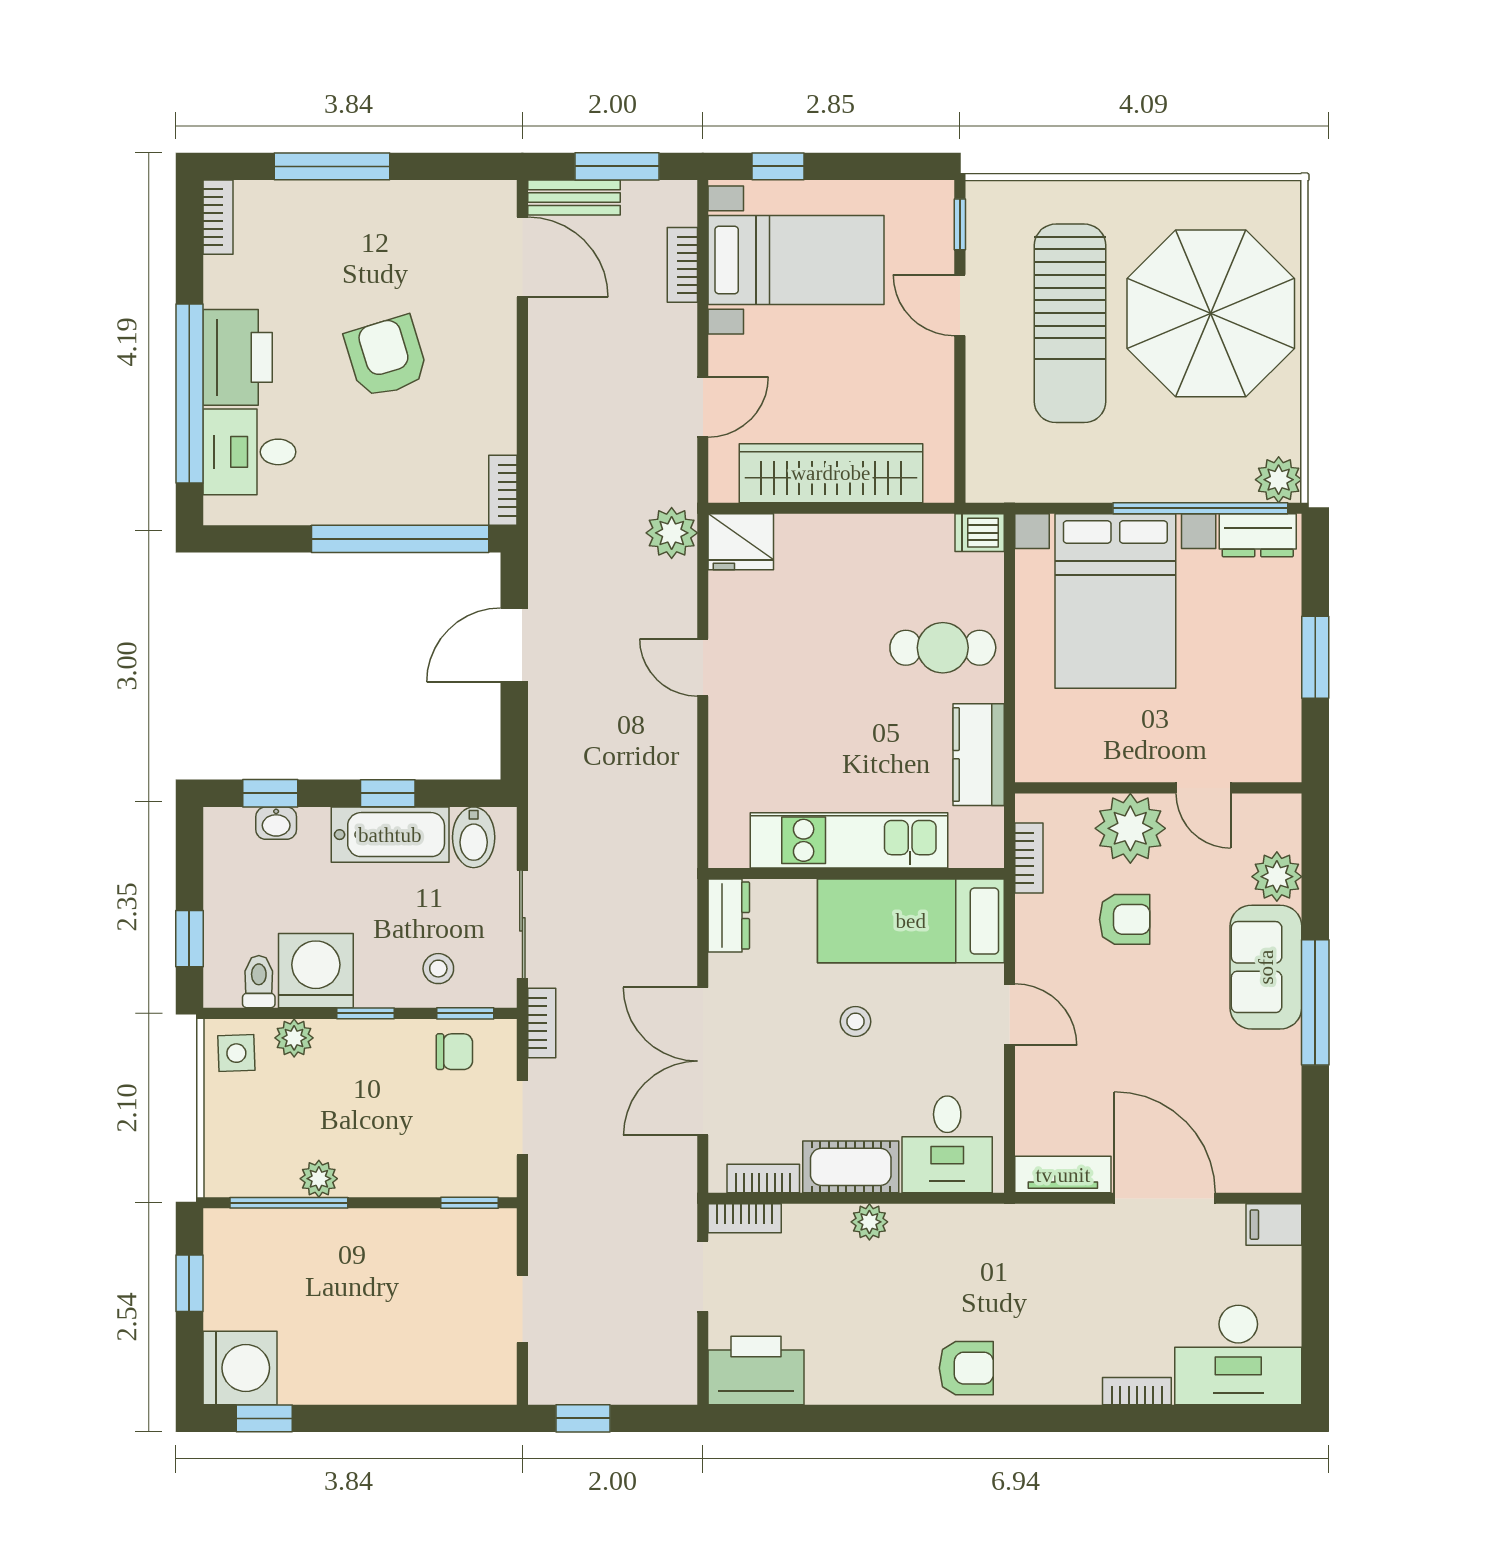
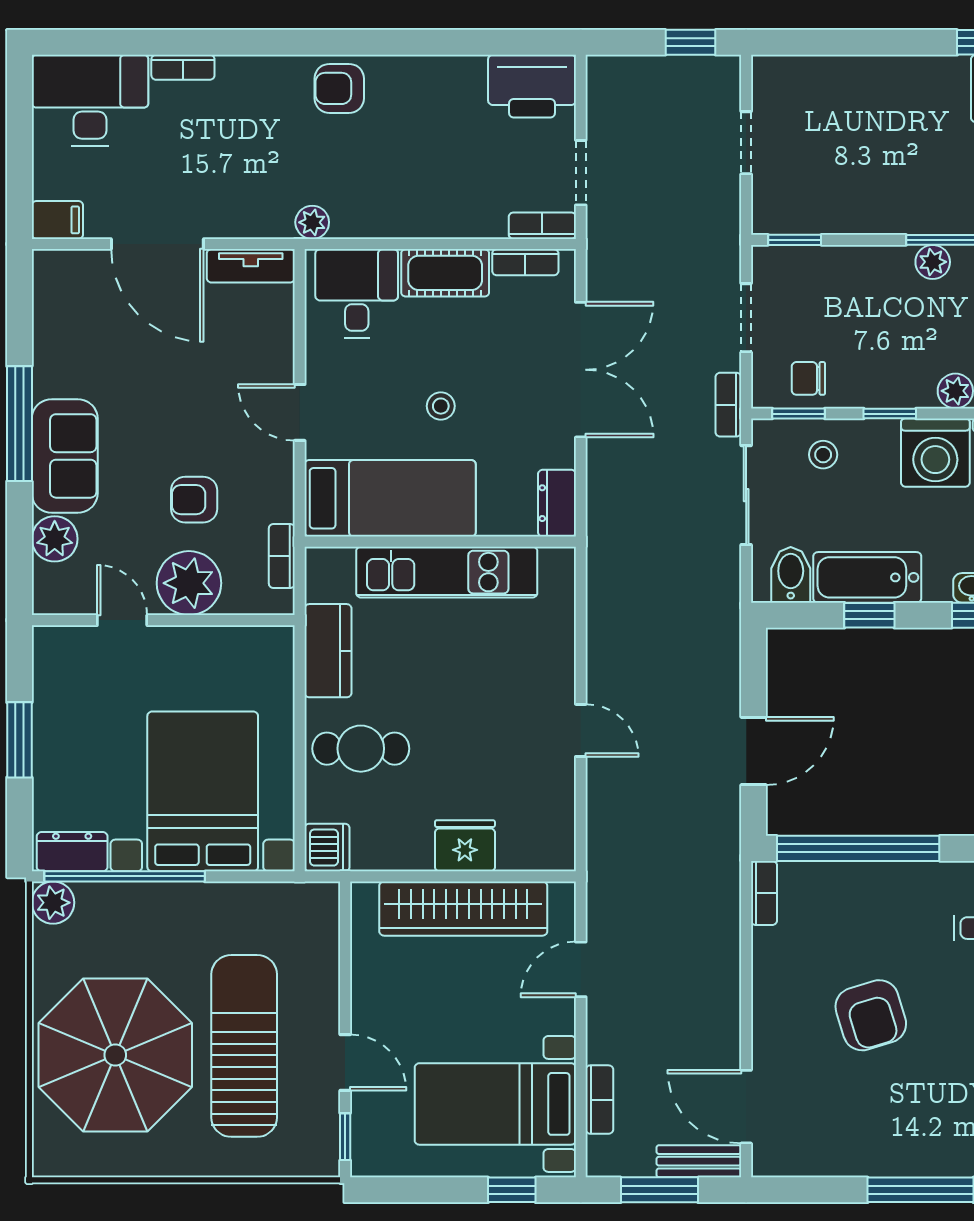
plant: (672, 533) -> (609, 854), removed
dishwasher: (980, 533) -> (327, 848), width x1.38
fridge: (741, 542) -> (465, 846), moved
plant: (869, 1222) -> (312, 222), moved

